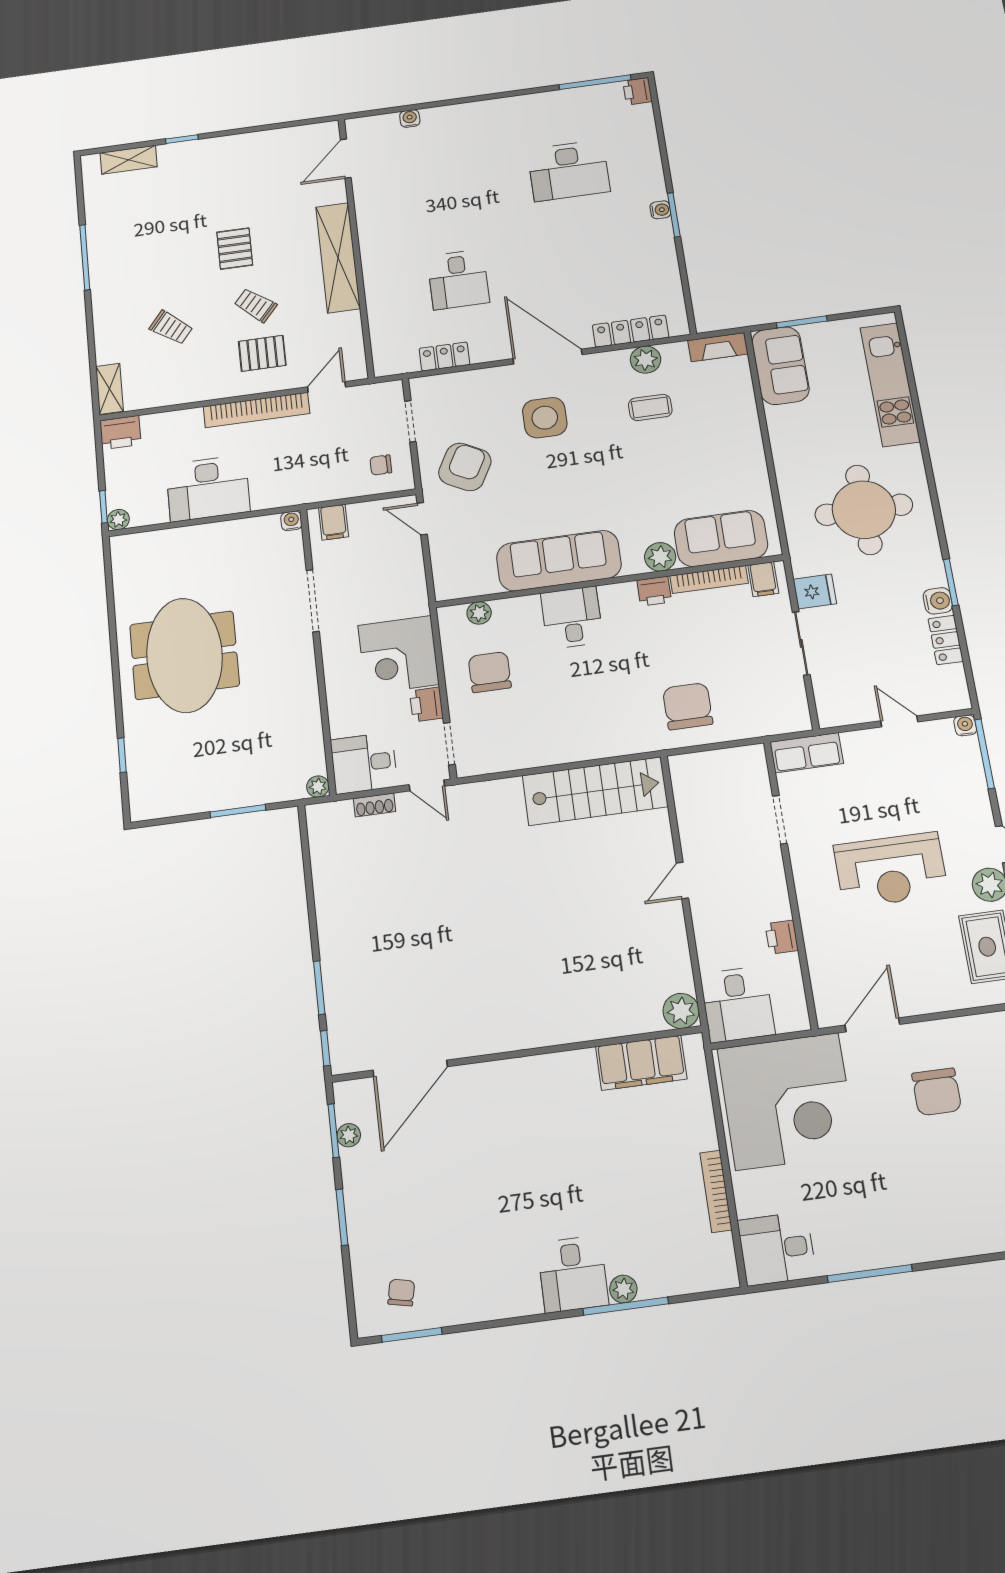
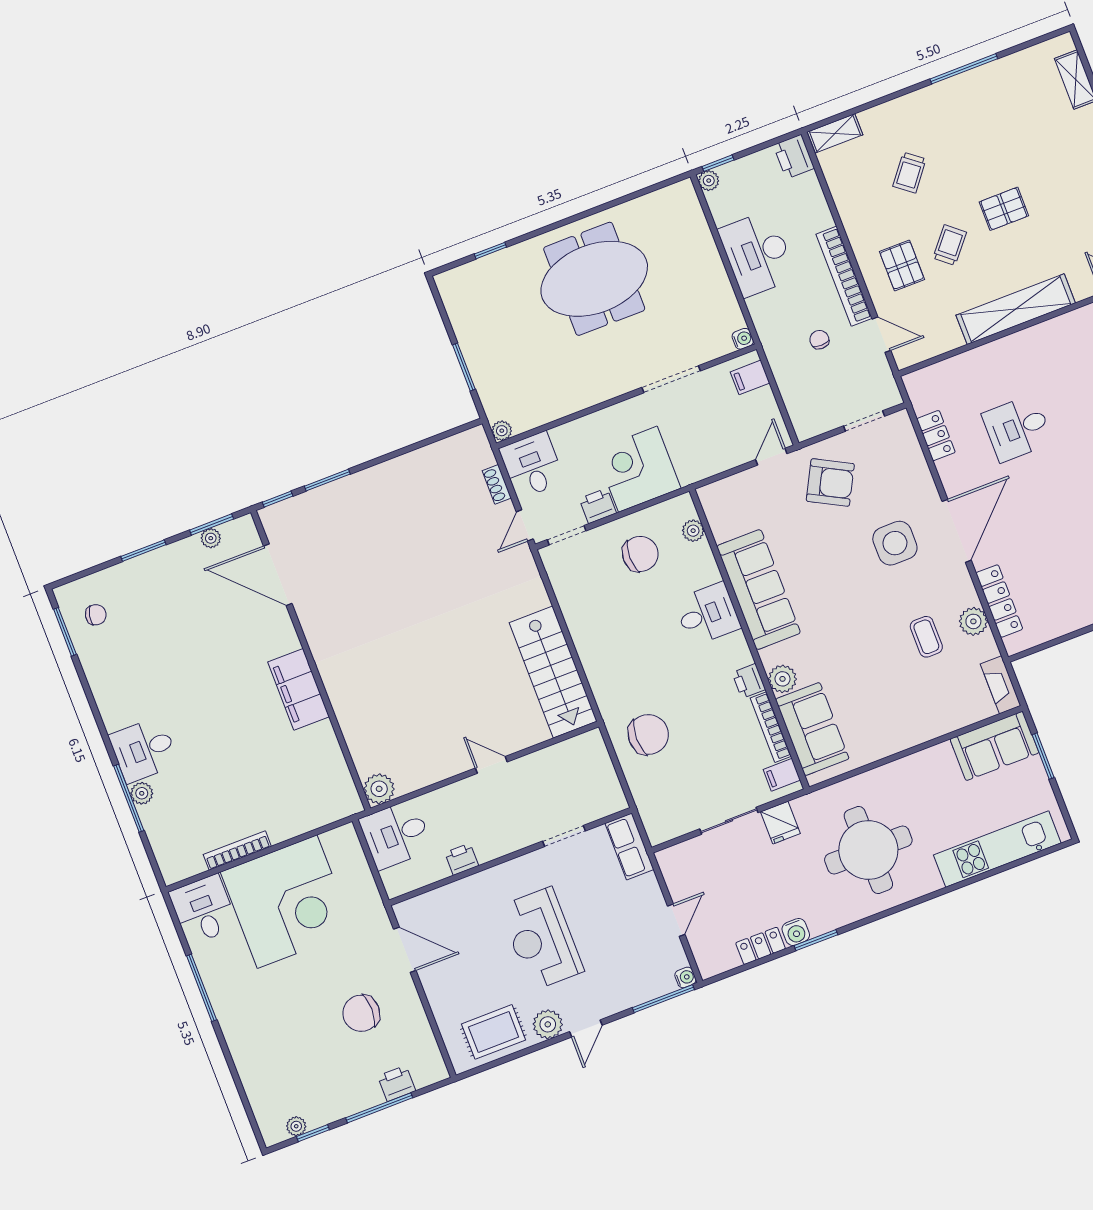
chair: (381, 465) -> (819, 340), moved
filing cabinet: (641, 1063) -> (299, 689), moved
corner desk: (787, 1101) -> (287, 902), moved, turned -90

